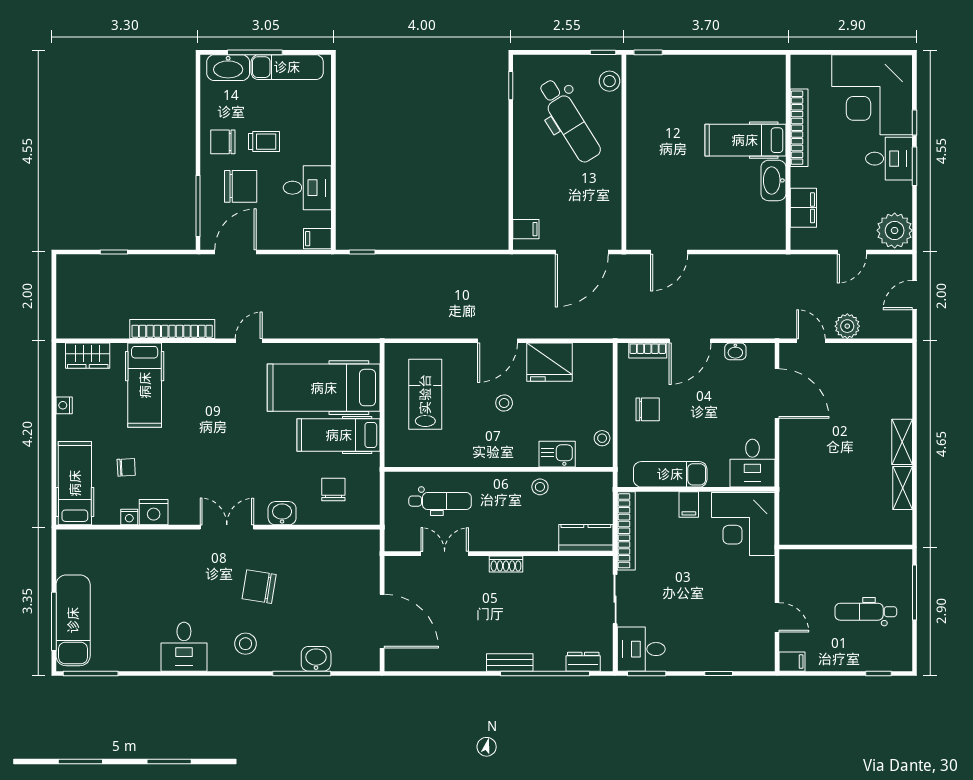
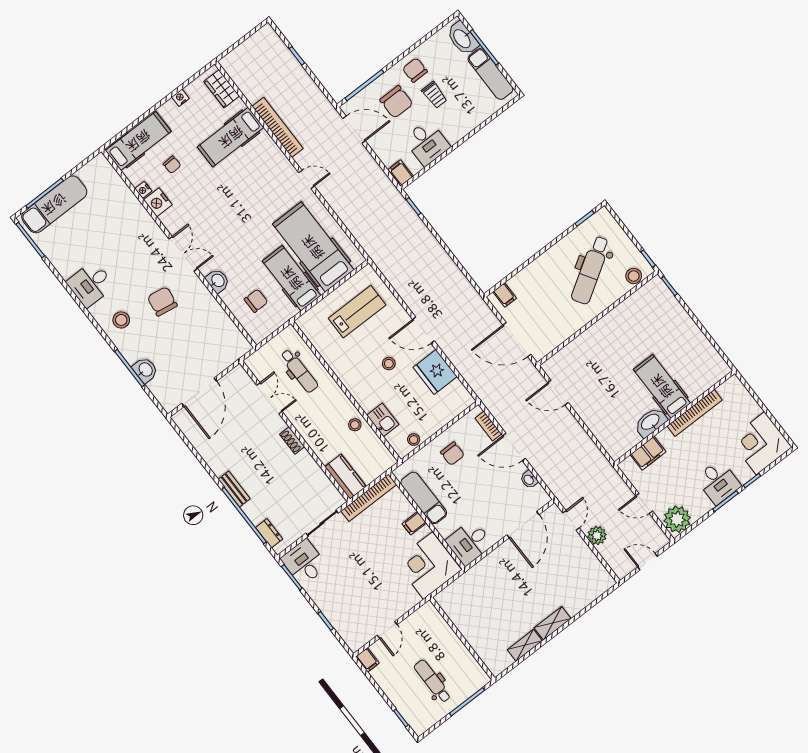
corner desk: (872, 95) -> (760, 443), width x0.74, depth x0.74

